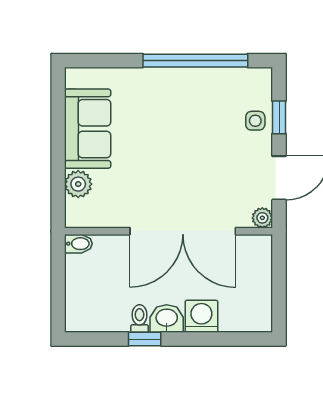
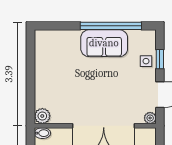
sofa: (88, 129) -> (104, 43), moved, turned 90
plant: (78, 184) -> (42, 116), moved

